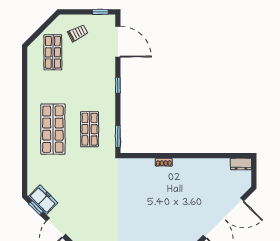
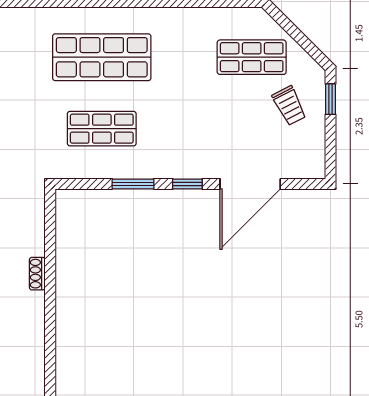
window: (100, 12) -> (331, 99), moved
door: (118, 42) -> (250, 184), moved
window: (118, 137) -> (133, 184), moved

